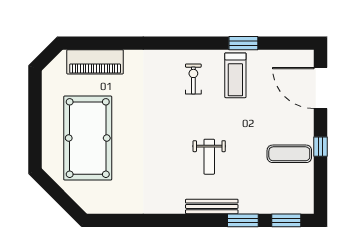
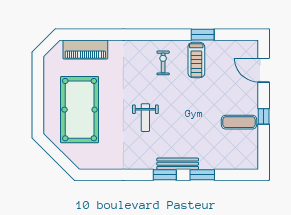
door: (321, 88) -> (264, 70), width x0.73
weight bench: (209, 157) -> (145, 118), moved
window: (286, 220) -> (165, 175), moved

